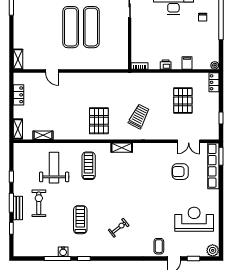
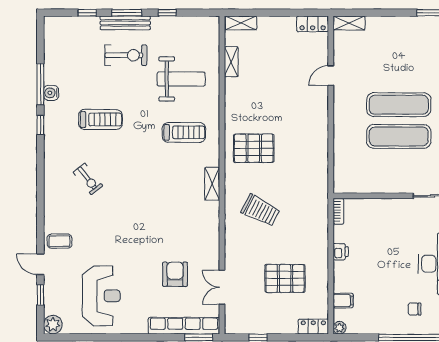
filing cabinet: (187, 63) -> (343, 301), moved
locker: (19, 95) -> (313, 24), moved
bench: (18, 208) -> (125, 23), width x1.36

